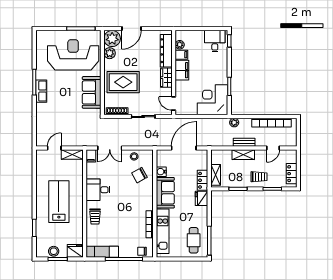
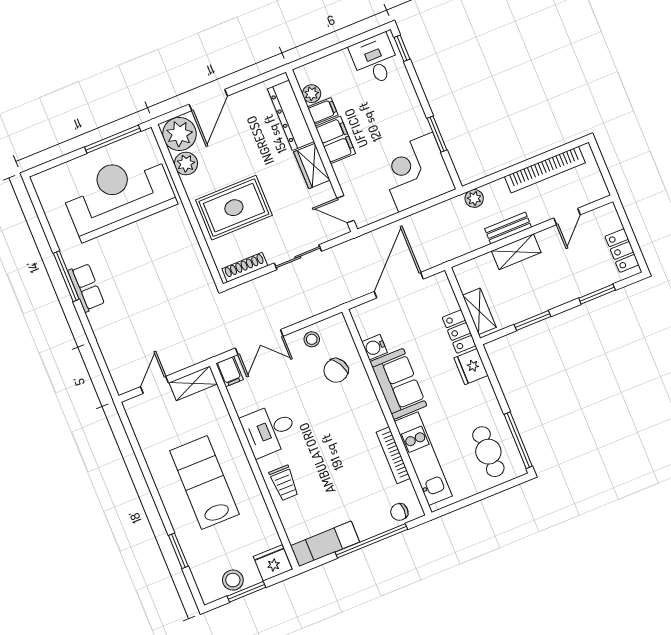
sofa: (92, 92) -> (182, 251), removed
trolley: (259, 177) -> (563, 282), removed

